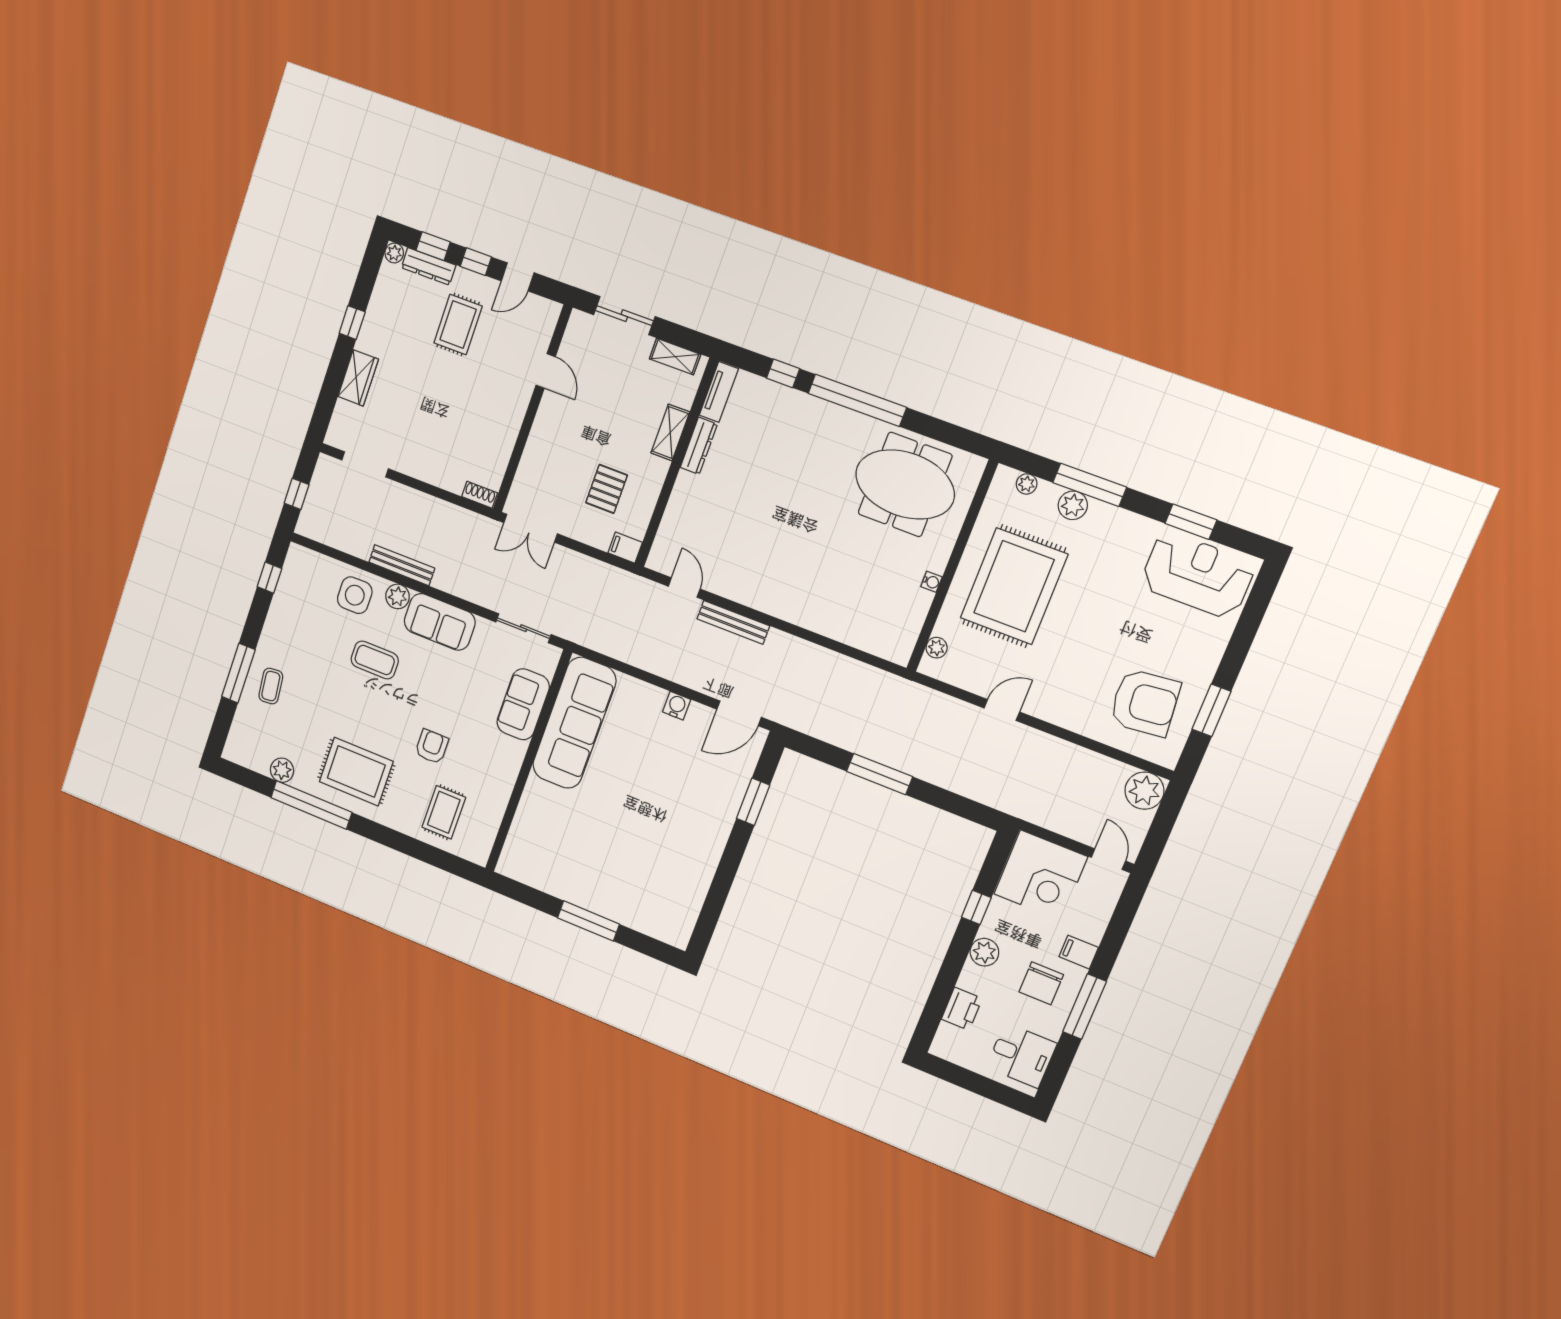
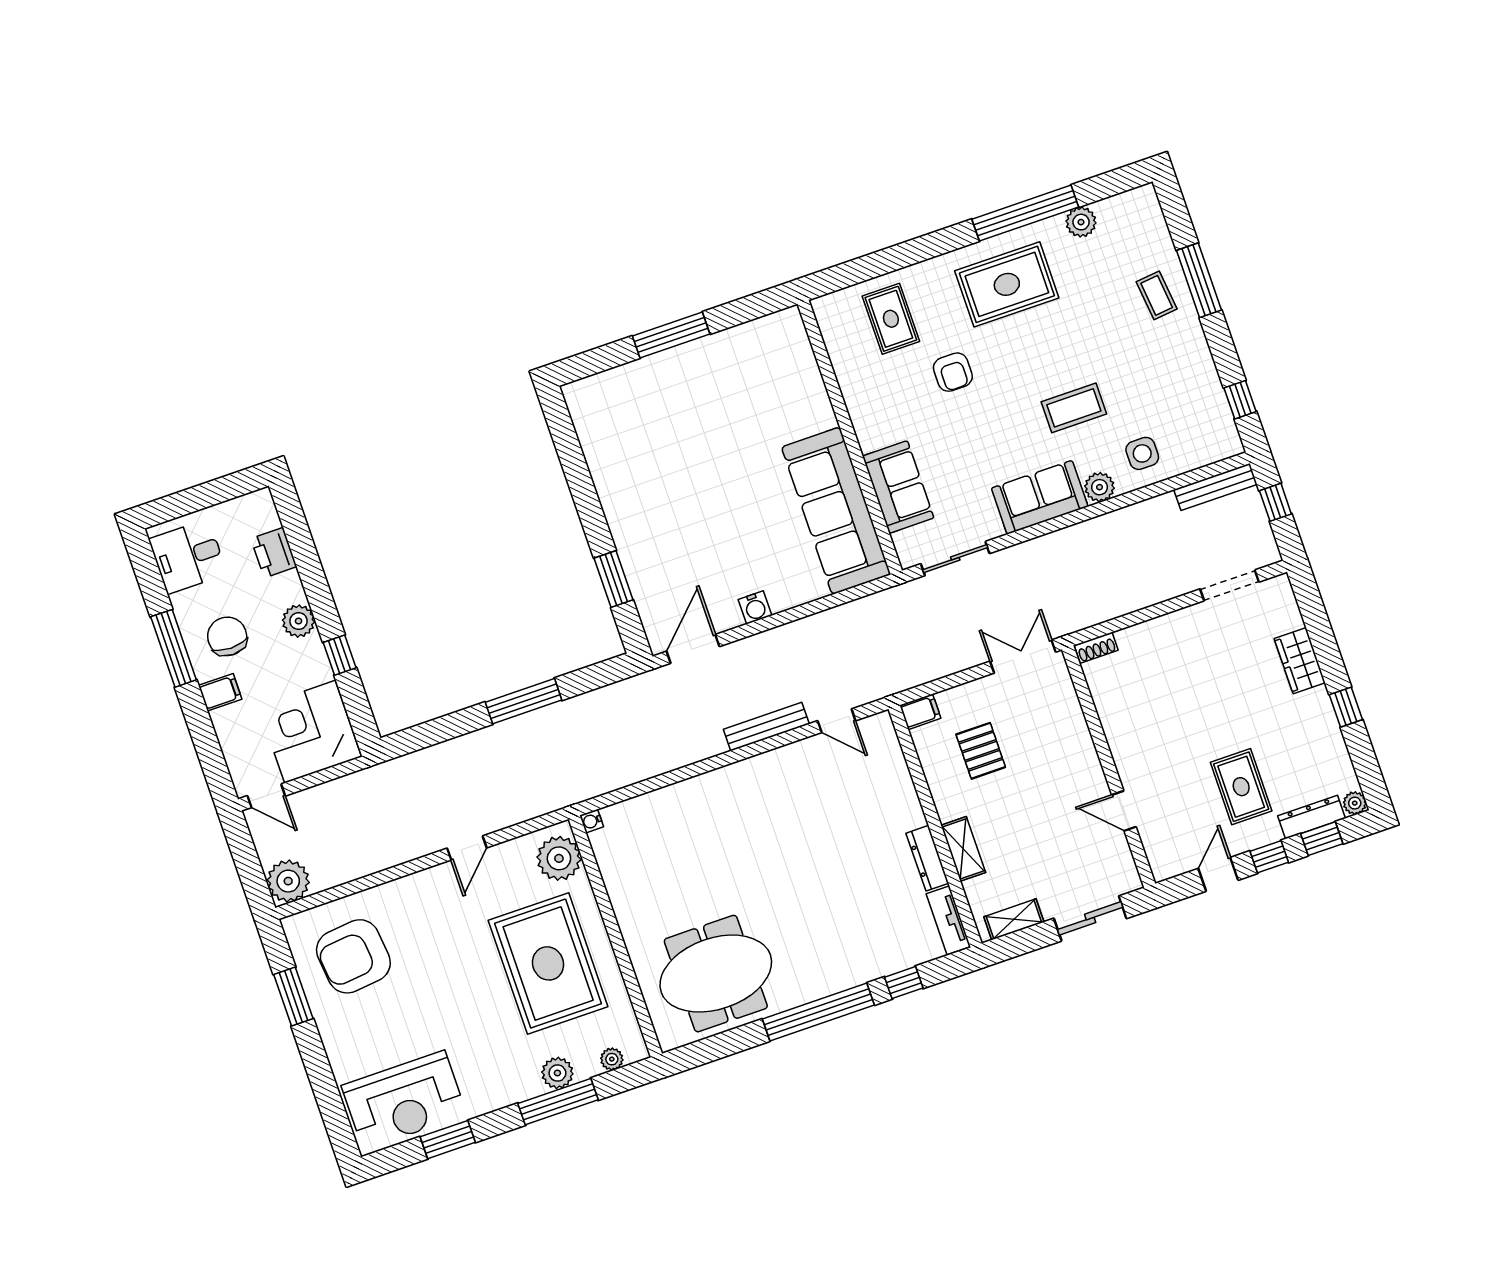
bench: (402, 565) -> (1215, 487), moved
water cooler: (931, 582) -> (592, 821), moved
side table: (355, 595) -> (1142, 453), width x0.73, depth x0.73
plant: (937, 648) -> (559, 858), width x1.88, depth x1.88

